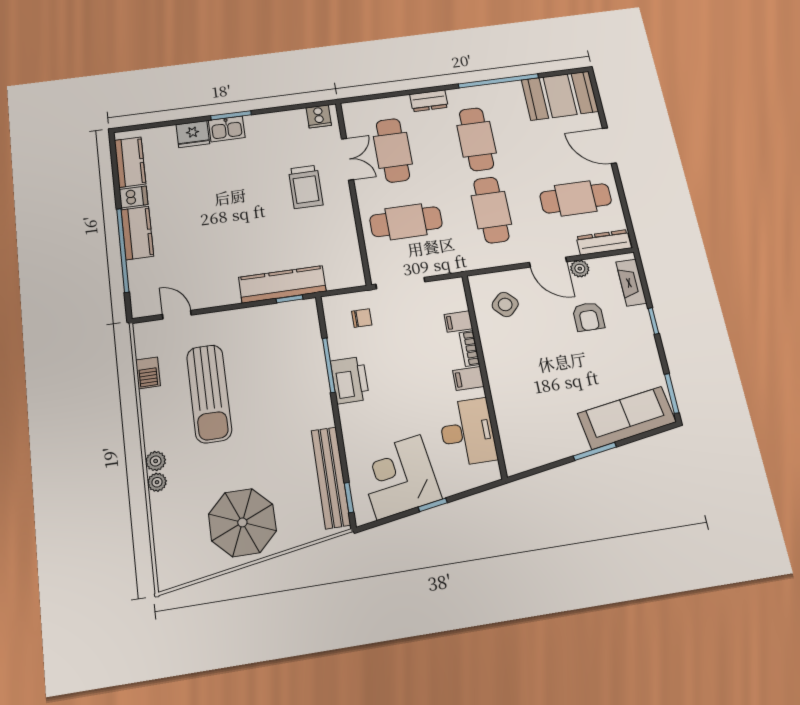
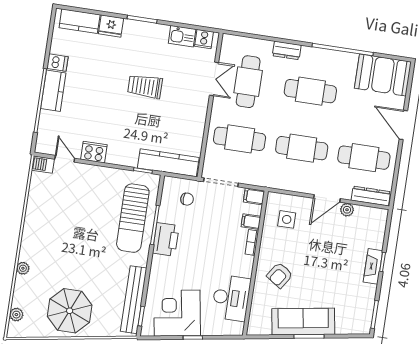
kitchen sink: (227, 129) -> (182, 36), moved
cafe table: (476, 139) -> (310, 91), turned 90
kitchen counter: (130, 162) -> (80, 21), moved, turned 90
trolley: (306, 187) -> (145, 86), moved, turned 90
cafe table: (491, 210) -> (302, 148), turned 90
door: (548, 262) -> (327, 198), hinge flipped
fireplace: (631, 283) -> (373, 266), moved
kitchen counter: (282, 284) -> (168, 163), moved
cooker: (215, 295) -> (94, 152), added
side table: (505, 304) -> (287, 219), turned 45
armchair: (588, 317) -> (280, 275), moved, turned 34
barbecue: (148, 373) -> (43, 165), moved, turned 90
filing cabinet: (468, 378) -> (254, 196), moved
sun lounger: (209, 394) -> (133, 218), moved
sofa: (627, 418) -> (303, 322), moved
plant: (156, 461) -> (16, 315), moved

